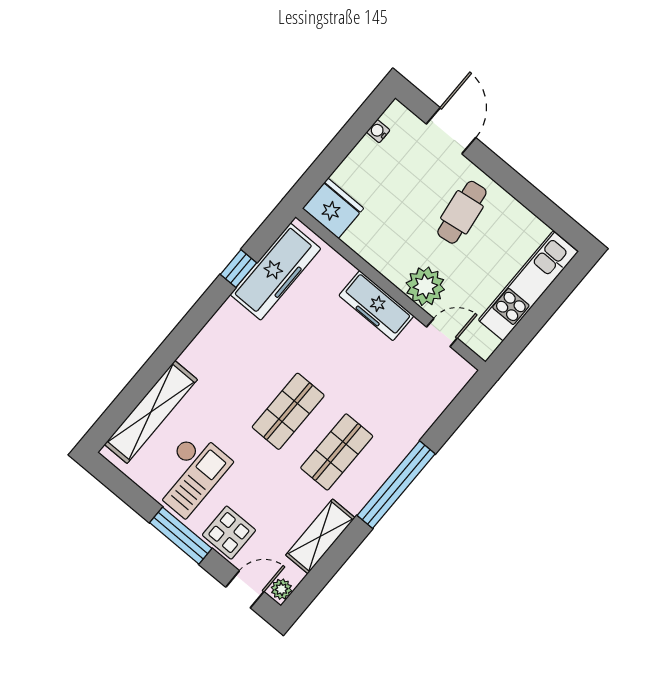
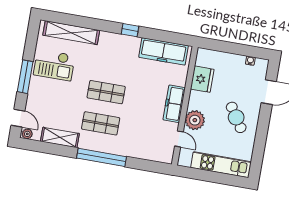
fridge: (333, 208) -> (202, 79), moved
cafe table: (462, 212) -> (236, 117), turned 65
window: (238, 269) -> (130, 30), moved
display table: (229, 533) -> (39, 97), removed

